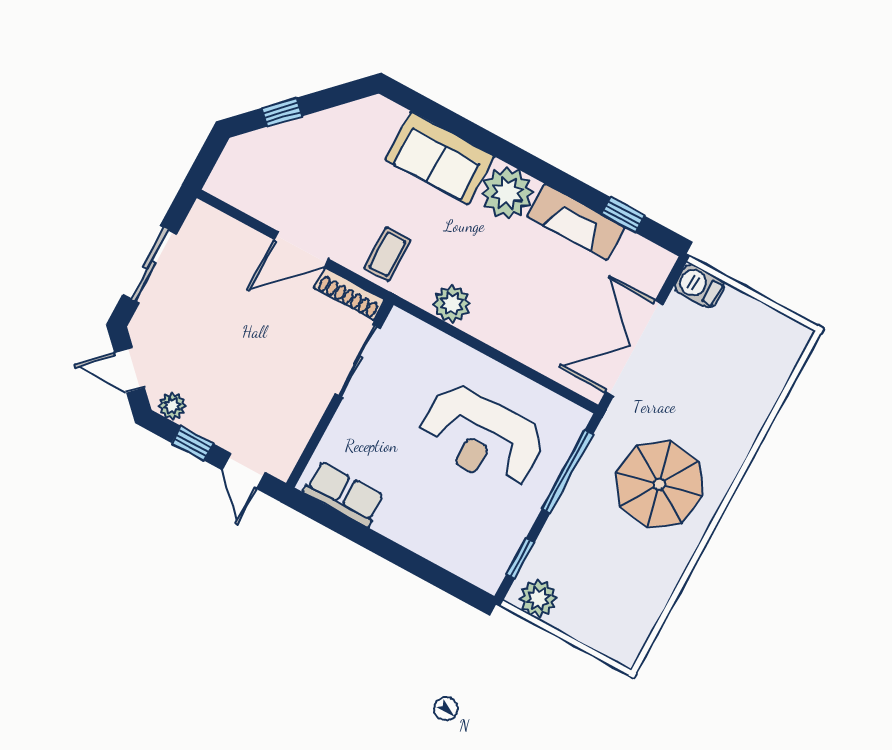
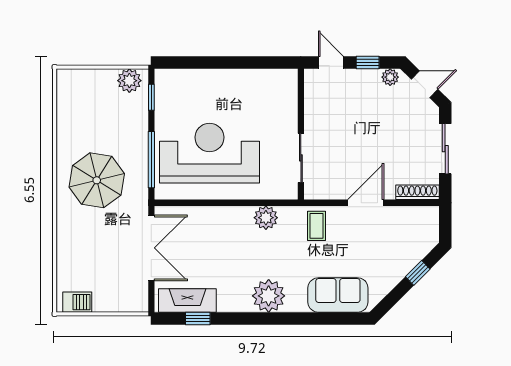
sofa: (440, 158) -> (338, 295), moved
fireplace: (576, 222) -> (187, 300), moved
barbecue: (700, 286) -> (77, 302), moved
shoe rack: (349, 294) -> (417, 192), moved
reception desk: (482, 437) -> (209, 153), width x1.36, depth x1.30
row of seats: (344, 494) -> (268, 80), removed

